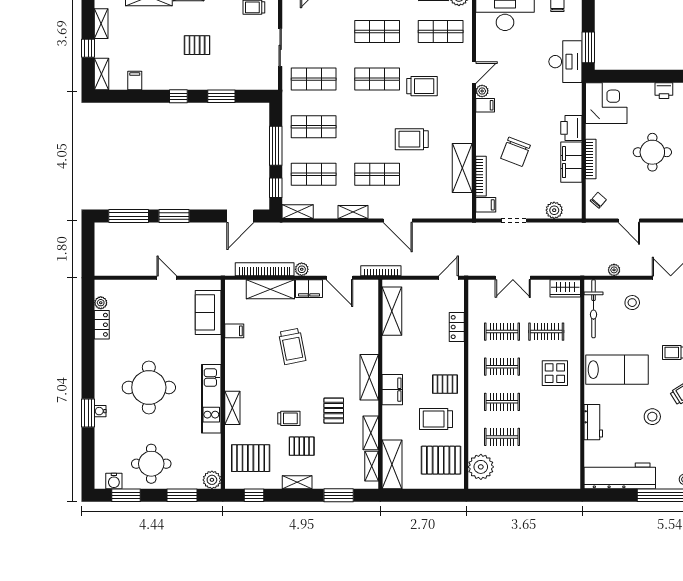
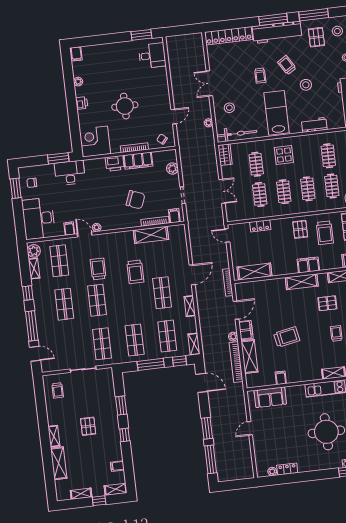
filing cabinet: (485, 105) -> (69, 229), moved
clothes rail: (546, 437) -> (328, 156), added

